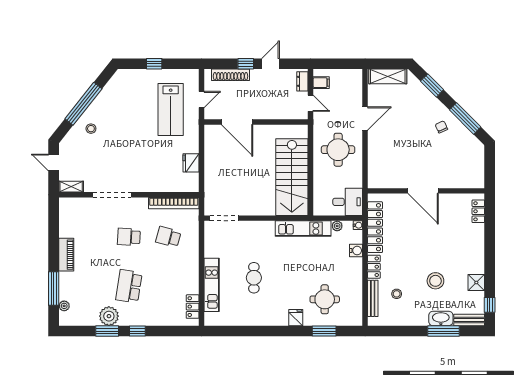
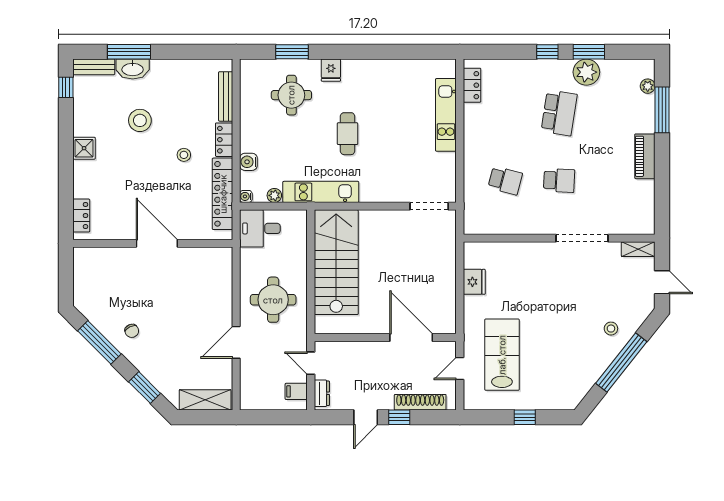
bookcase: (174, 203) -> (498, 227), removed
cafe table: (254, 278) -> (348, 134), moved
shower: (476, 283) -> (84, 148), moved
stool: (397, 294) -> (184, 155), moved

